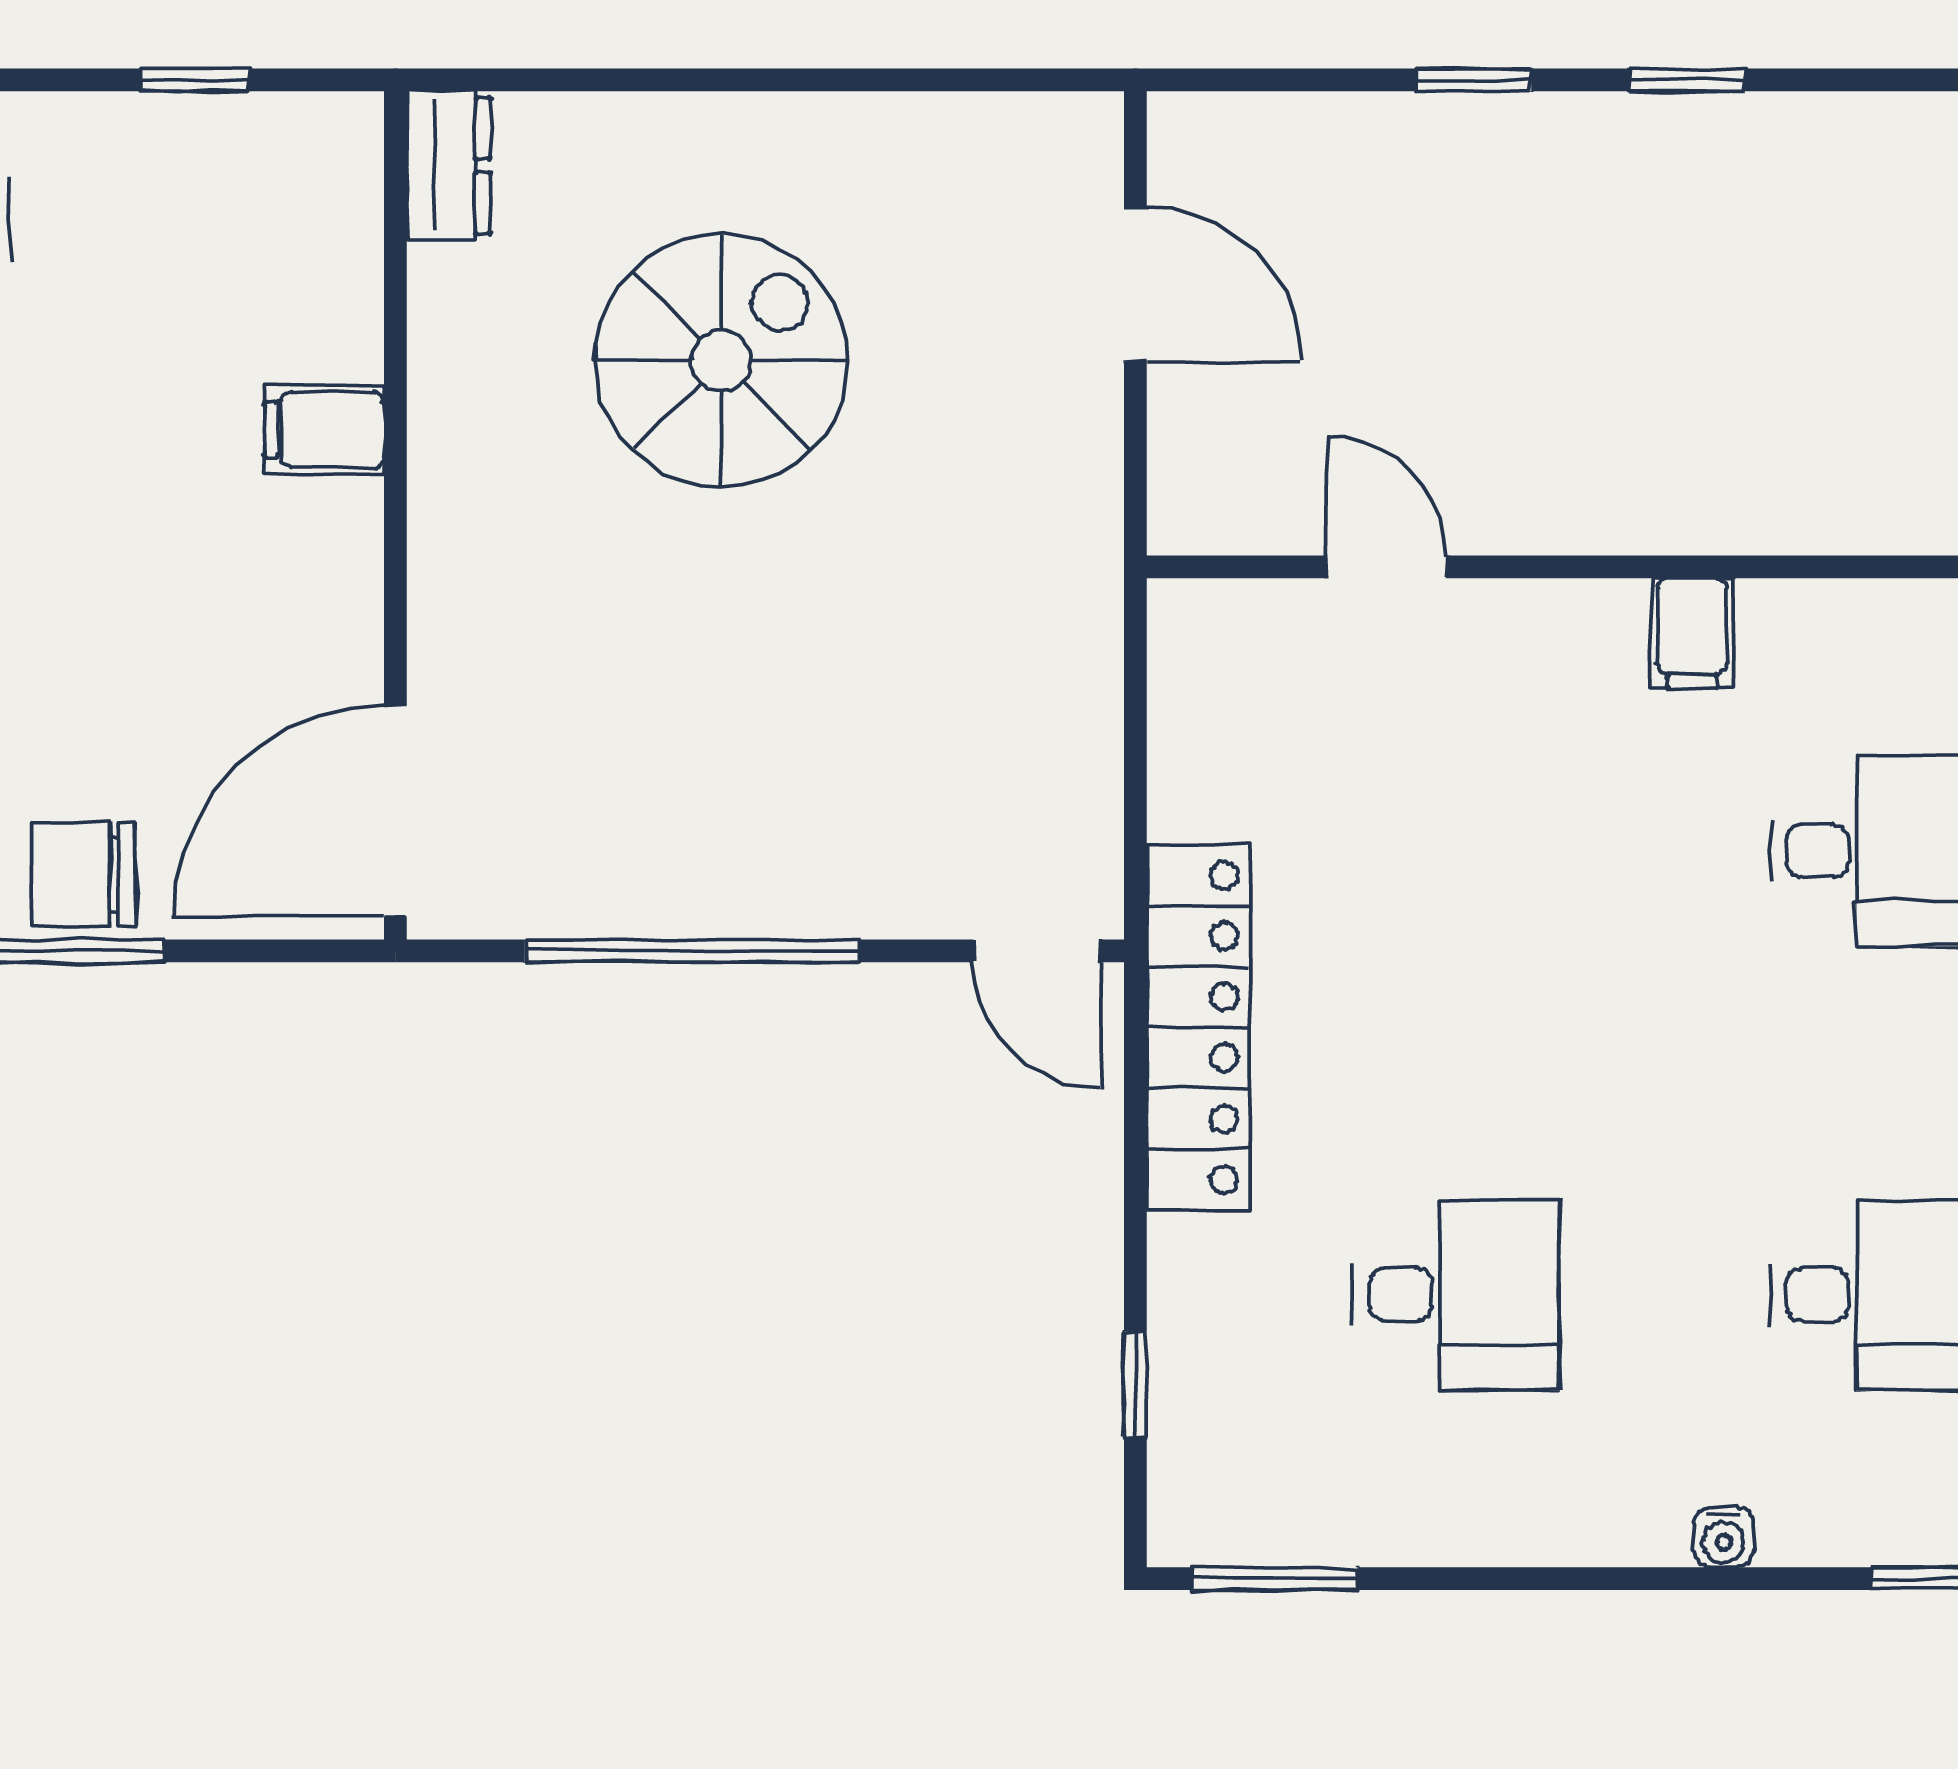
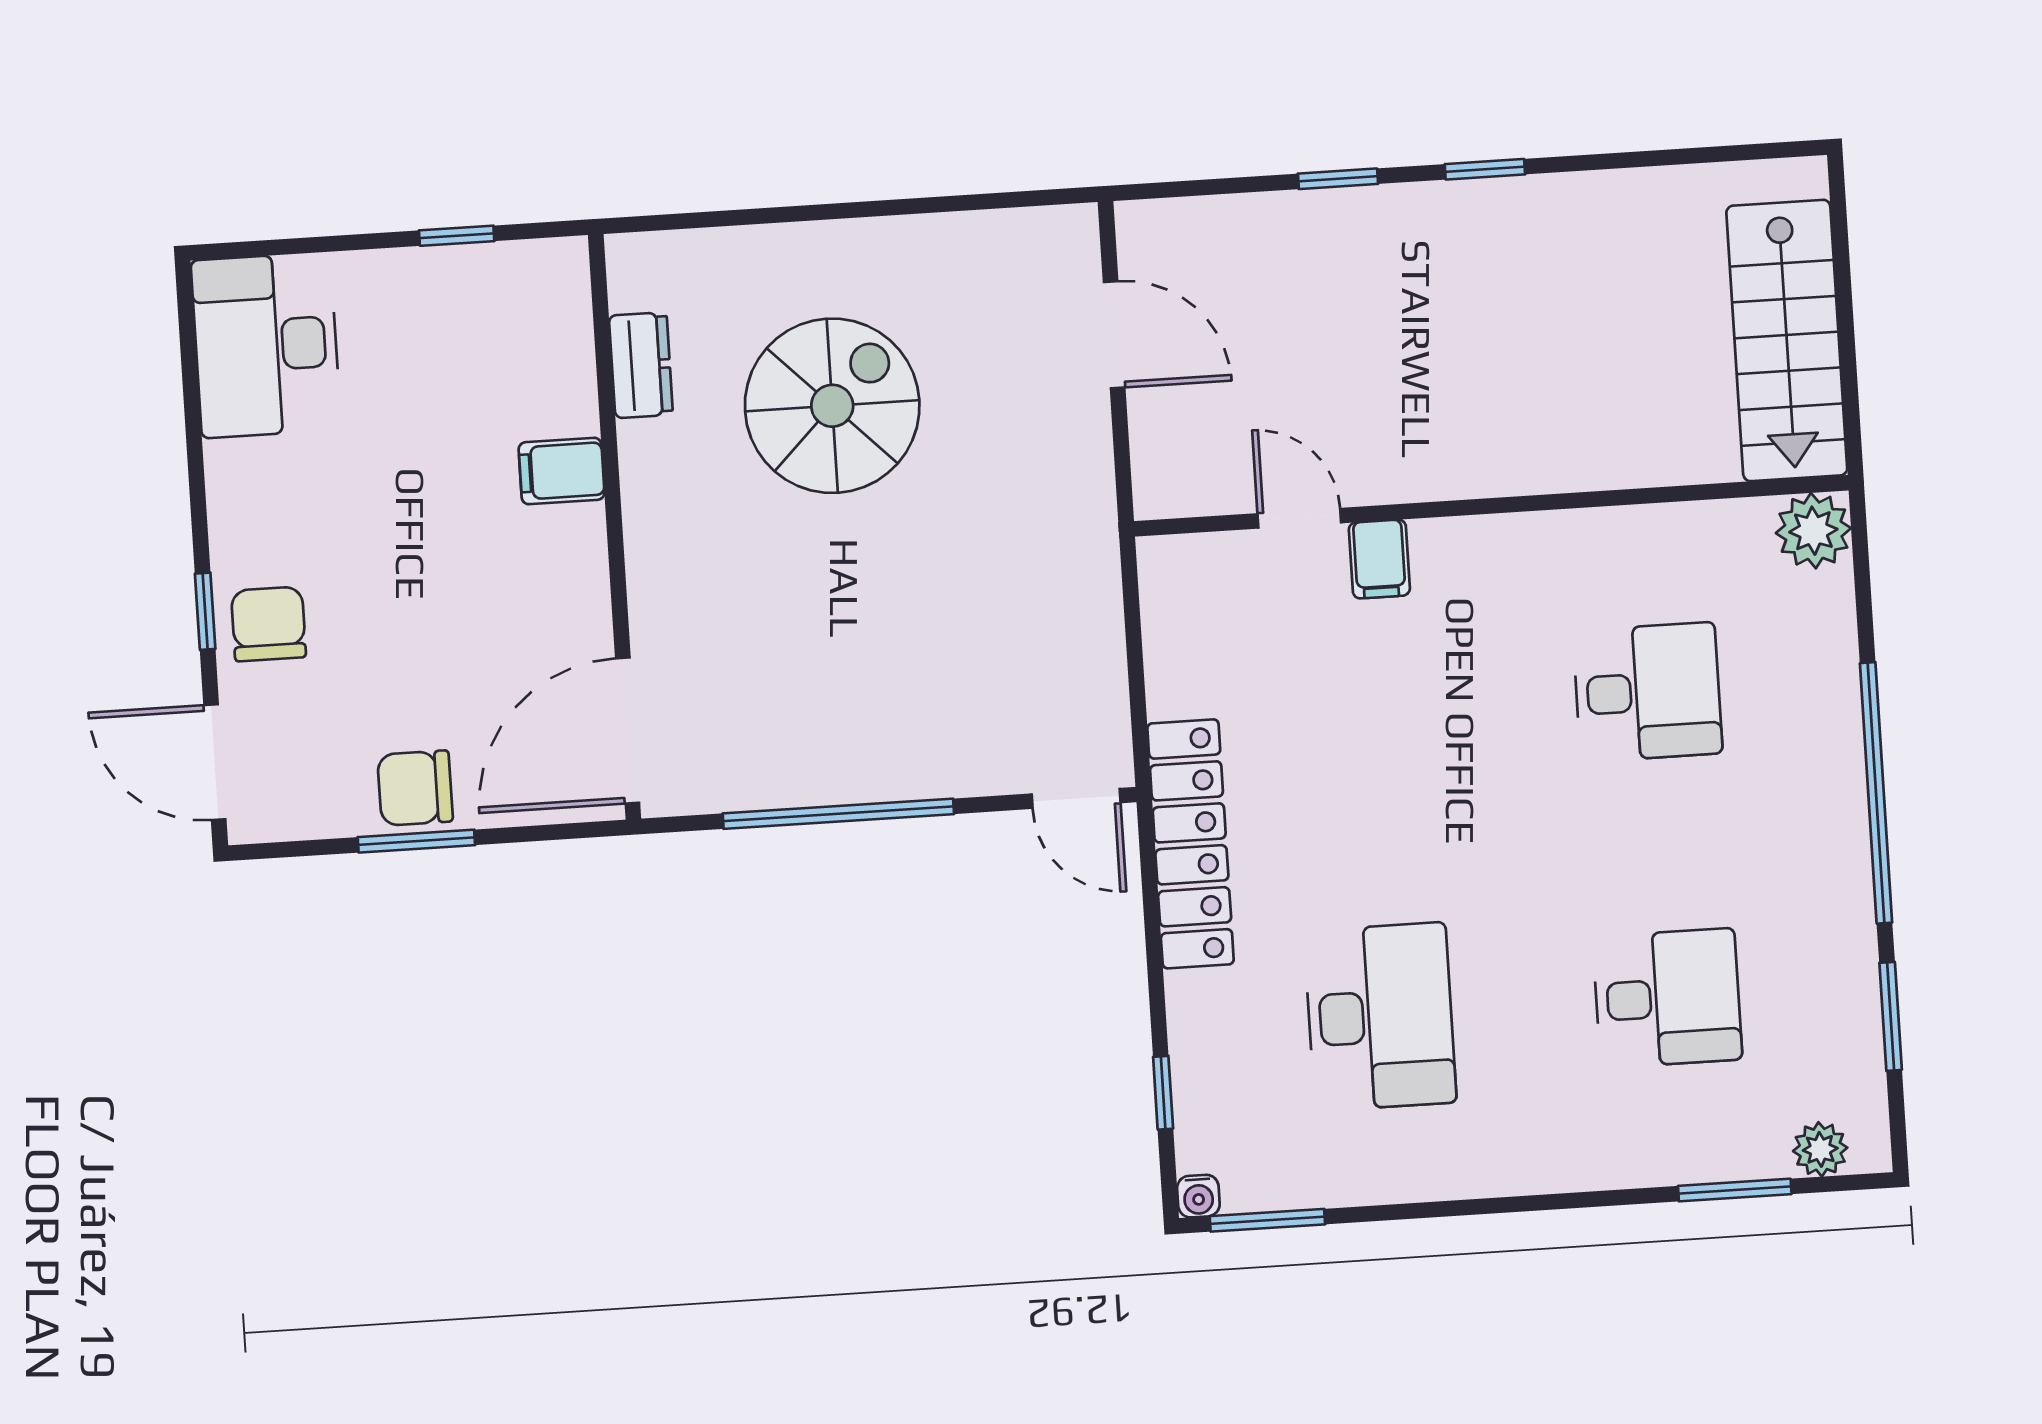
dresser: (449, 166) -> (641, 365), moved
filing cabinet: (1692, 633) -> (1379, 559), moved
desk: (1456, 1295) -> (1380, 1017), width x1.37
water cooler: (1724, 1537) -> (1198, 1196), moved

